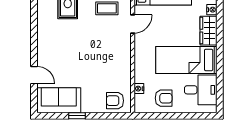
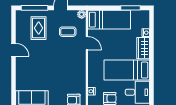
door: (133, 24) -> (87, 43), hinge flipped
door: (34, 75) -> (14, 50), moved

